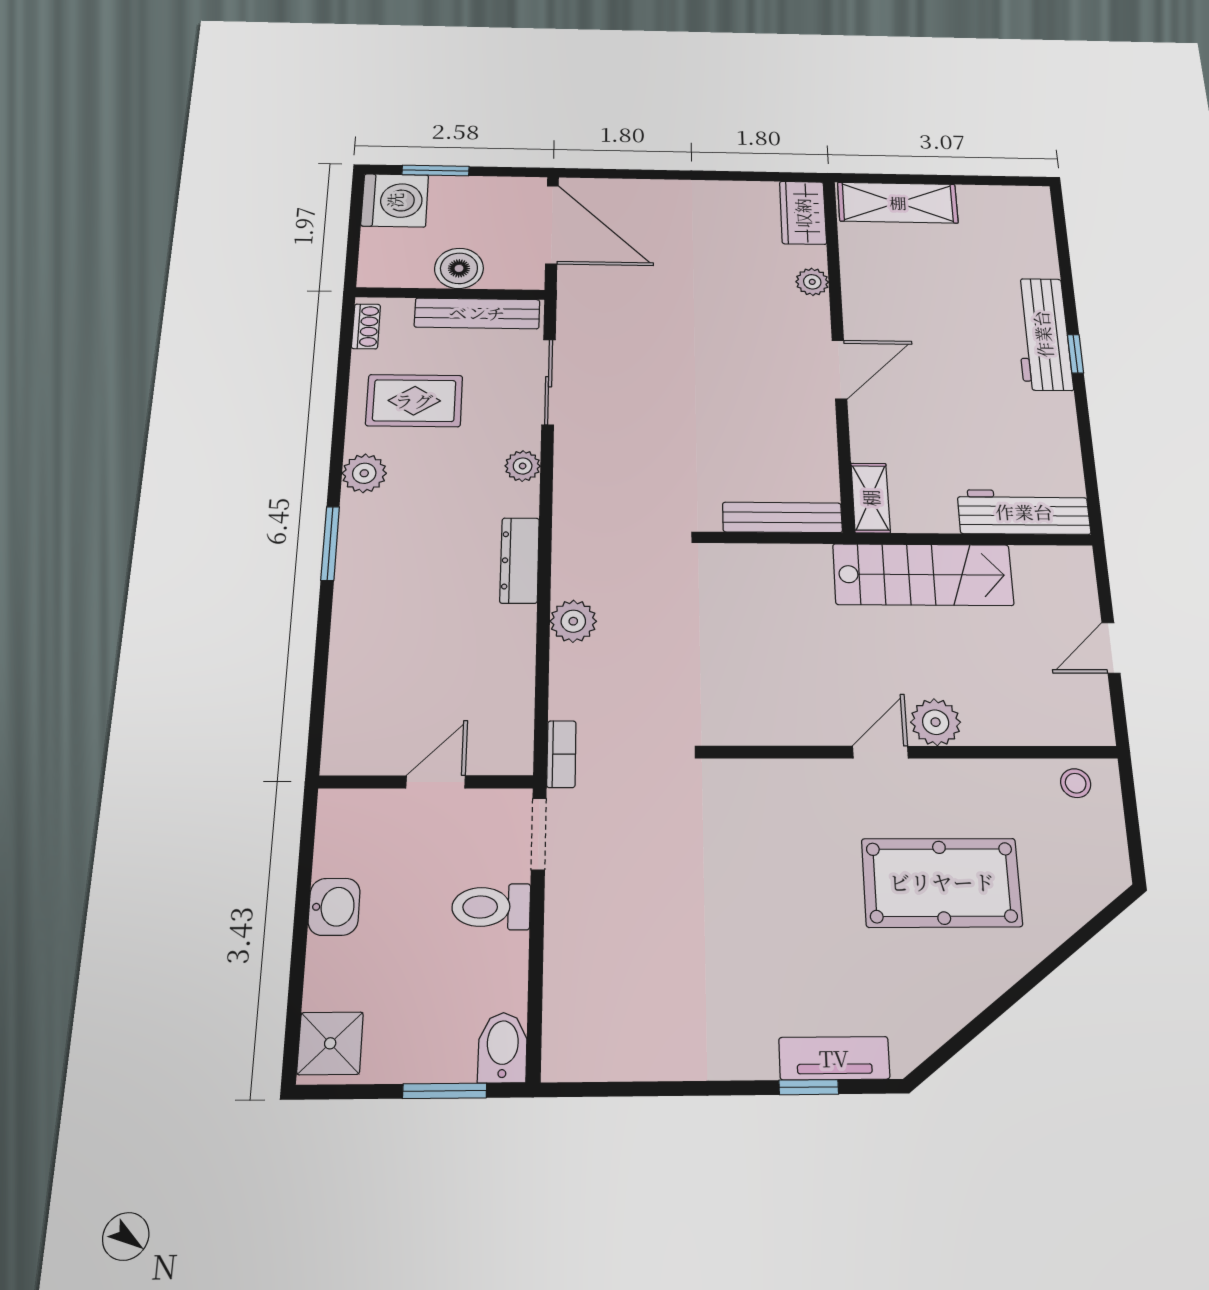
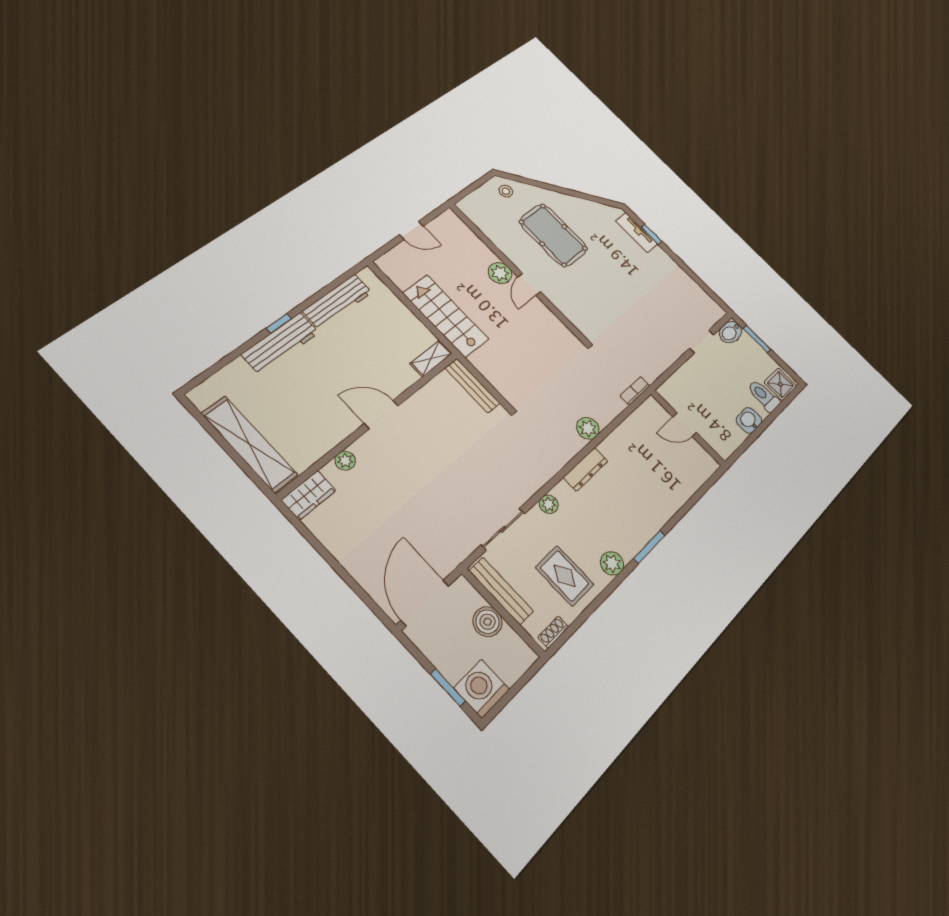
shelving: (898, 203) -> (249, 444), width x1.47
workbench: (1024, 512) -> (338, 302), moved, turned -90
door: (880, 752) -> (529, 284), hinge flipped
stool: (1076, 783) -> (506, 191), moved
doorway: (539, 834) -> (702, 341), moved
toilet: (491, 907) -> (764, 396), moved, turned 180

